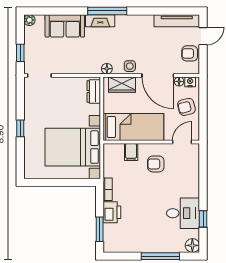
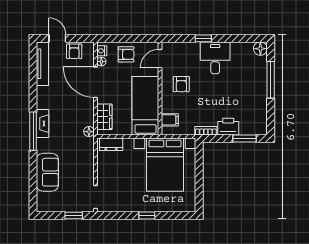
plant: (29, 20) -> (42, 207), removed
fireplace: (100, 21) -> (42, 124), moved
side table: (130, 66) -> (86, 109), removed
door: (158, 75) -> (96, 82), swing flipped
armchair: (186, 107) -> (126, 54), turned -76
door: (182, 142) -> (160, 59), hinge flipped
filing cabinet: (131, 152) -> (170, 120), moved
desk: (183, 213) -> (215, 58), moved
window: (203, 219) -> (203, 38), moved

